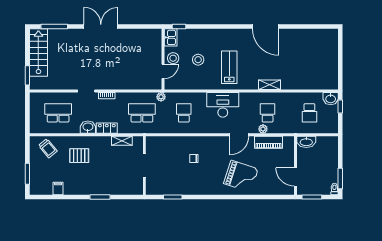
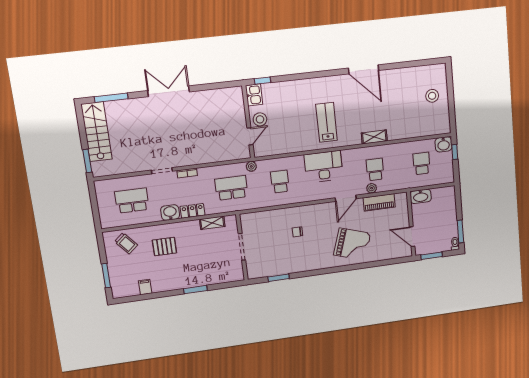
stool: (198, 60) -> (432, 96), moved
school desk: (309, 113) -> (422, 163), turned 180

